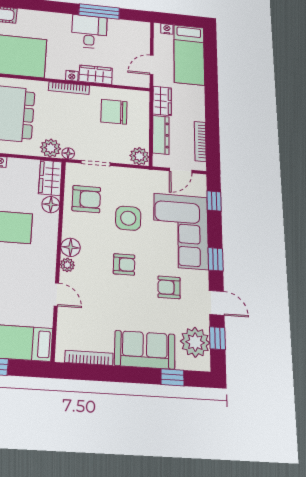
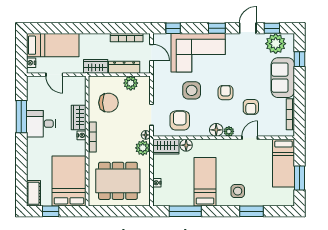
door: (152, 65) -> (54, 75), moved
chair: (114, 112) -> (109, 103), turned -90
plant: (139, 156) -> (131, 83), moved
armchair: (169, 287) -> (251, 107), moved

